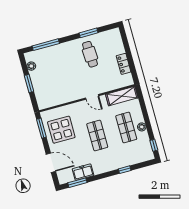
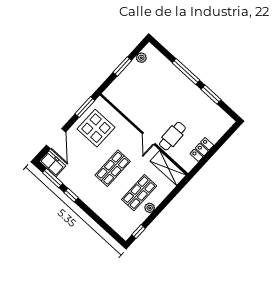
window: (46, 45) -> (186, 71), moved
cafe table: (90, 54) -> (172, 136), moved
window: (125, 170) -> (71, 195), moved
freezer: (83, 172) -> (52, 164), moved

